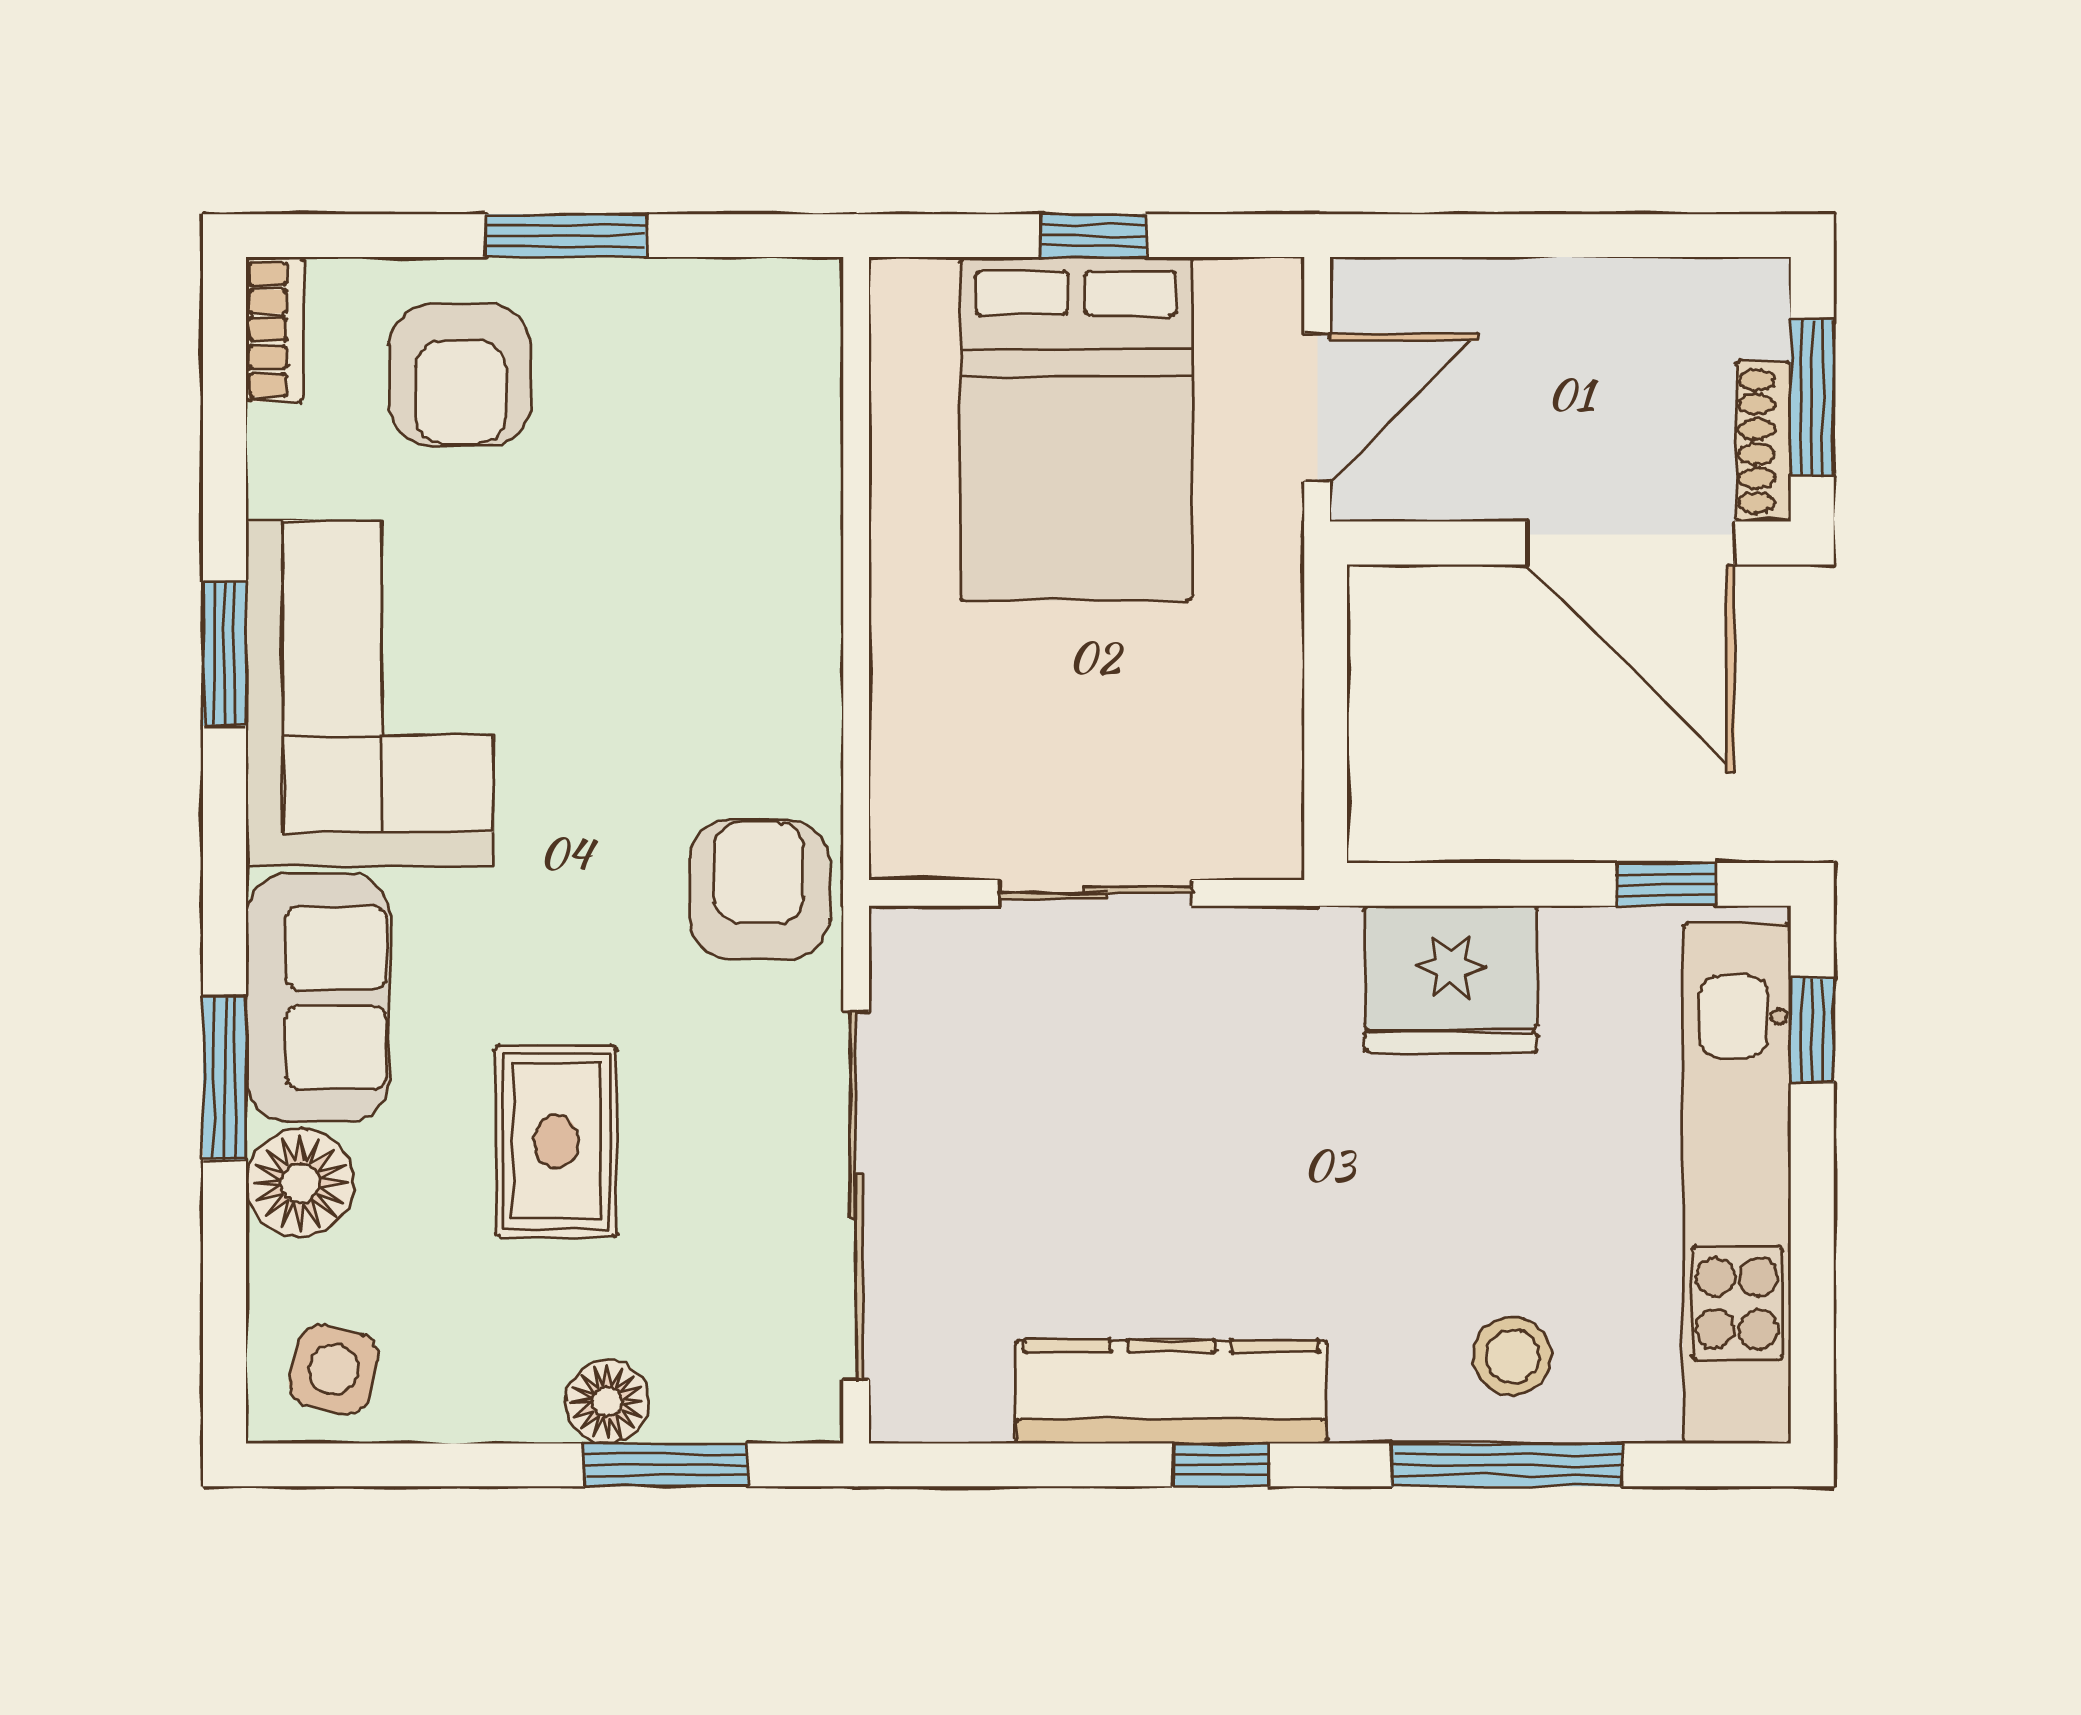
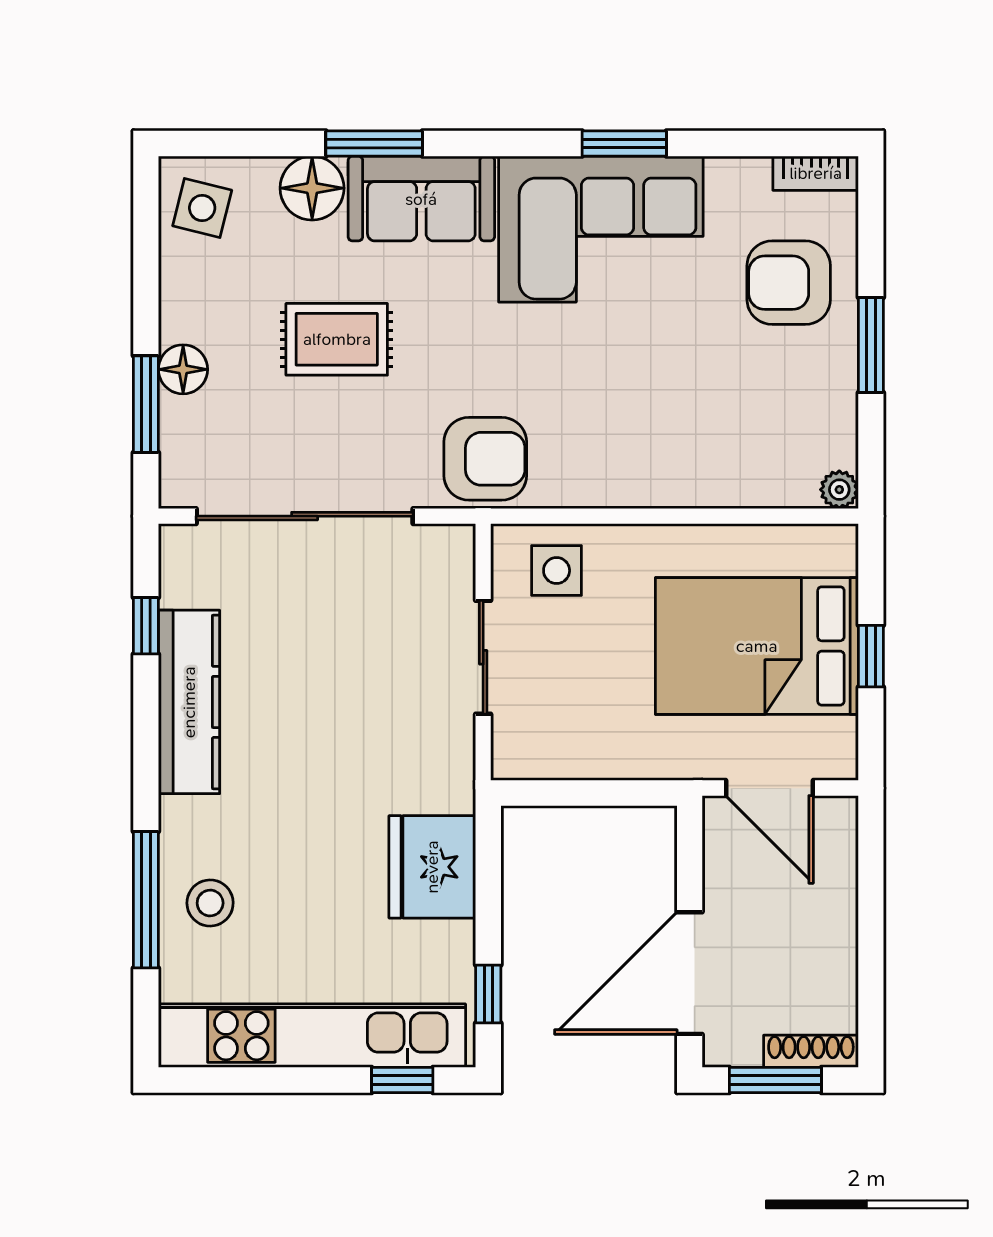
plant: (811, 289) -> (839, 490), added
shoe rack: (1764, 441) -> (811, 1051), moved
side table: (948, 769) -> (557, 571), added
window: (1221, 1465) -> (146, 626), moved

